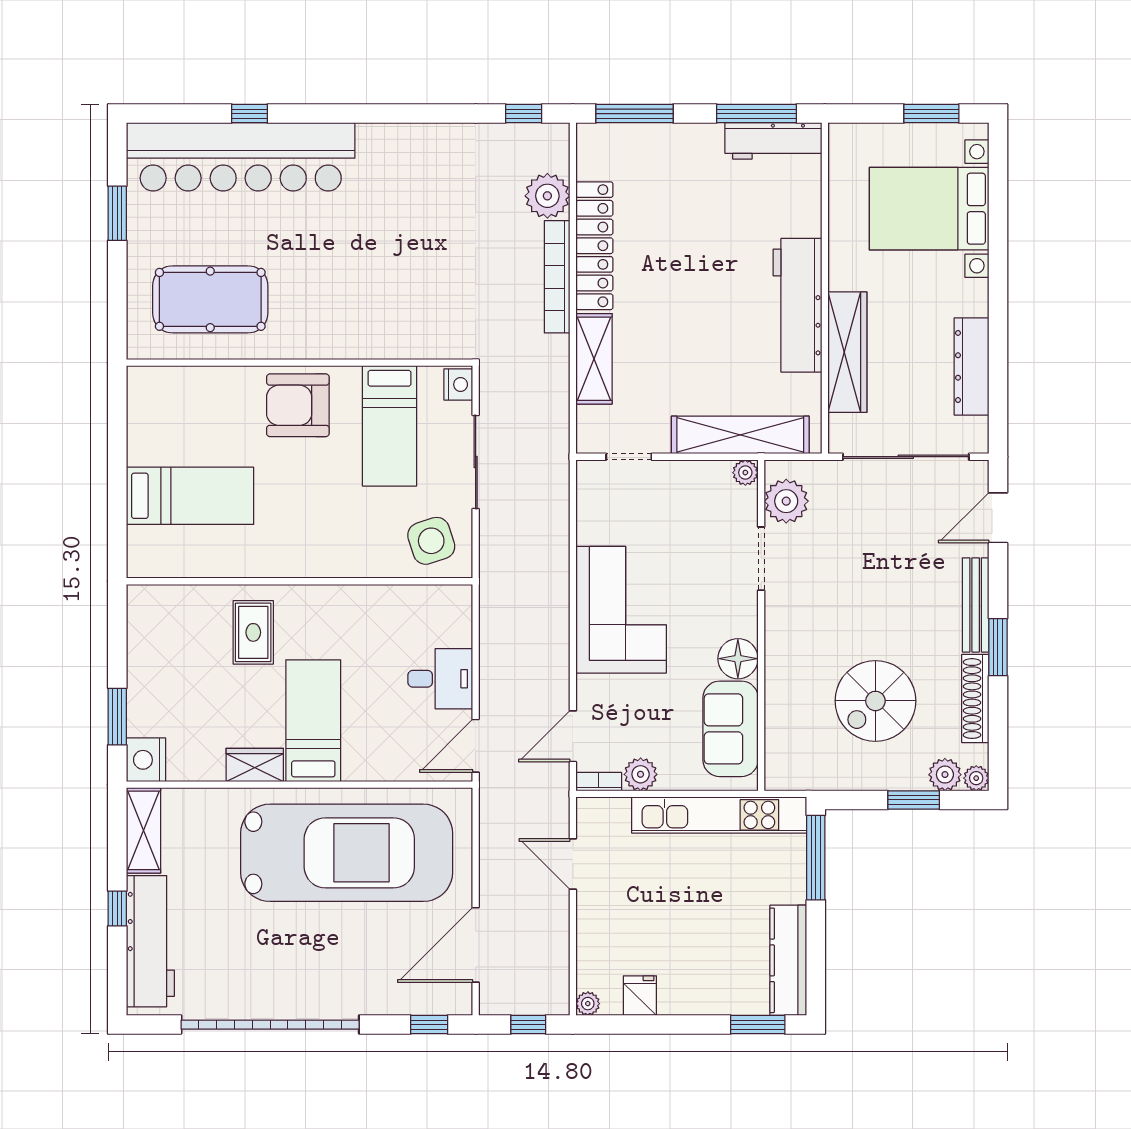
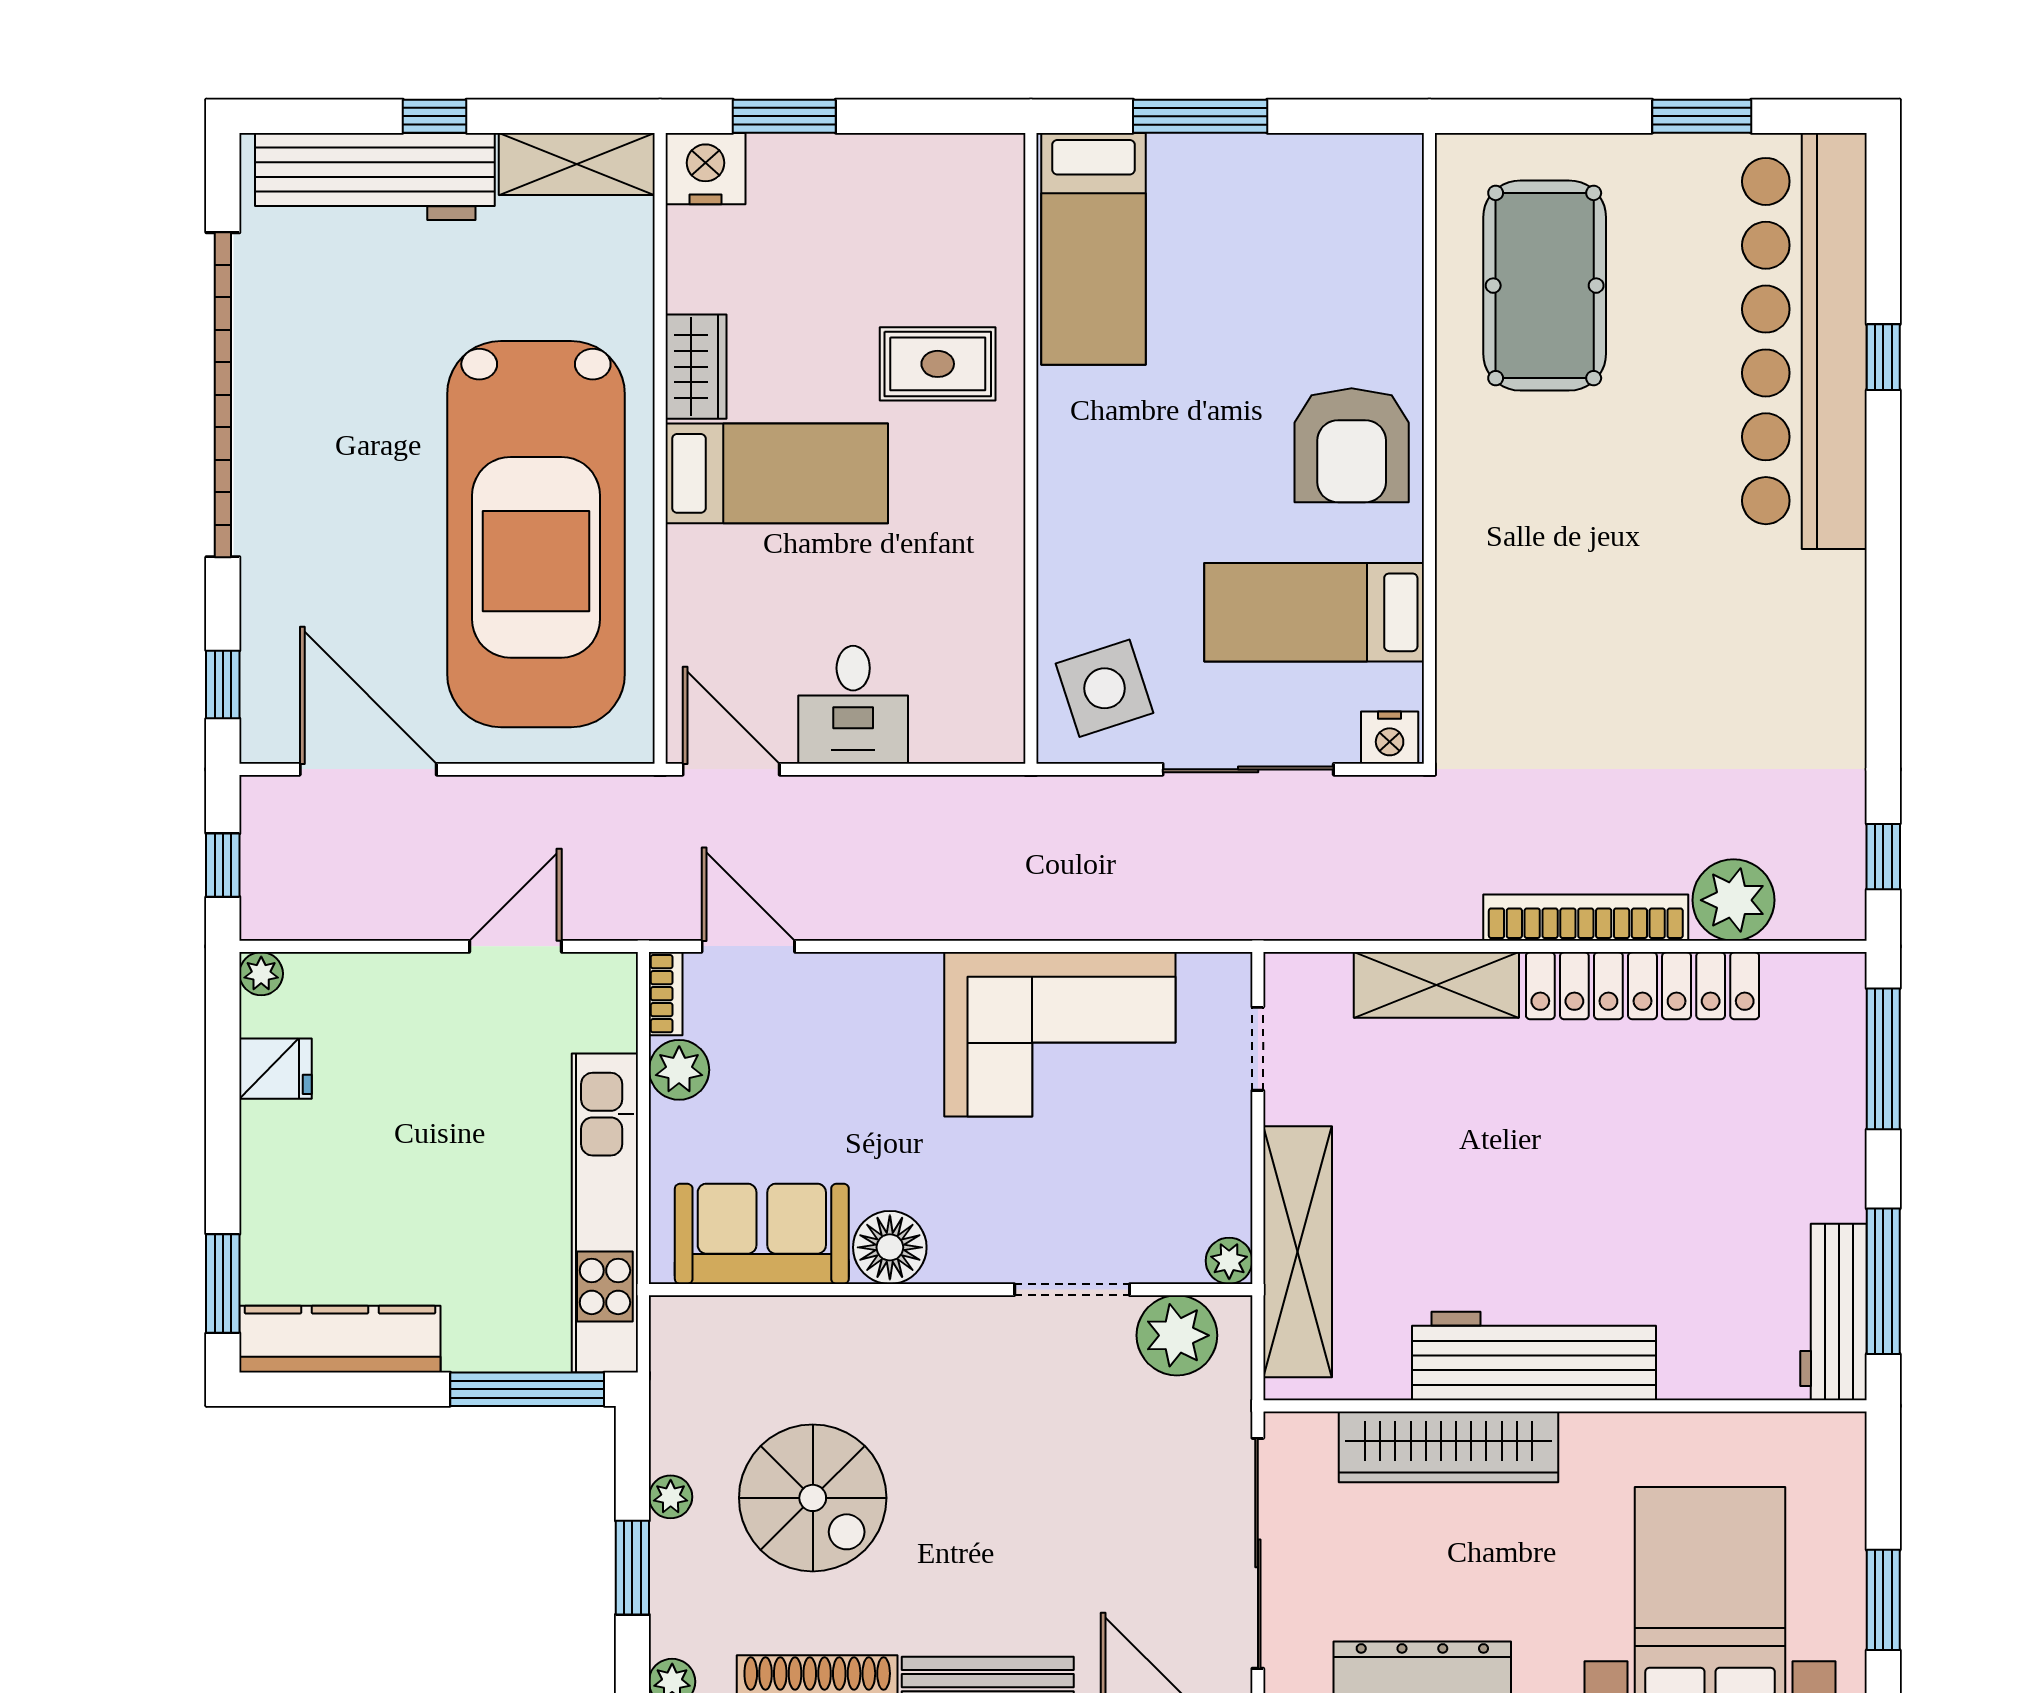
armchair: (298, 405) -> (1352, 445), turned 180
window: (117, 488) -> (1200, 116), added
bed: (190, 496) -> (1093, 249), moved
corner sofa: (621, 610) -> (1060, 1034), moved
spiral stairs: (875, 701) -> (813, 1498), turned 180
plant: (945, 775) -> (671, 1497), moved, width x0.73, depth x0.73

